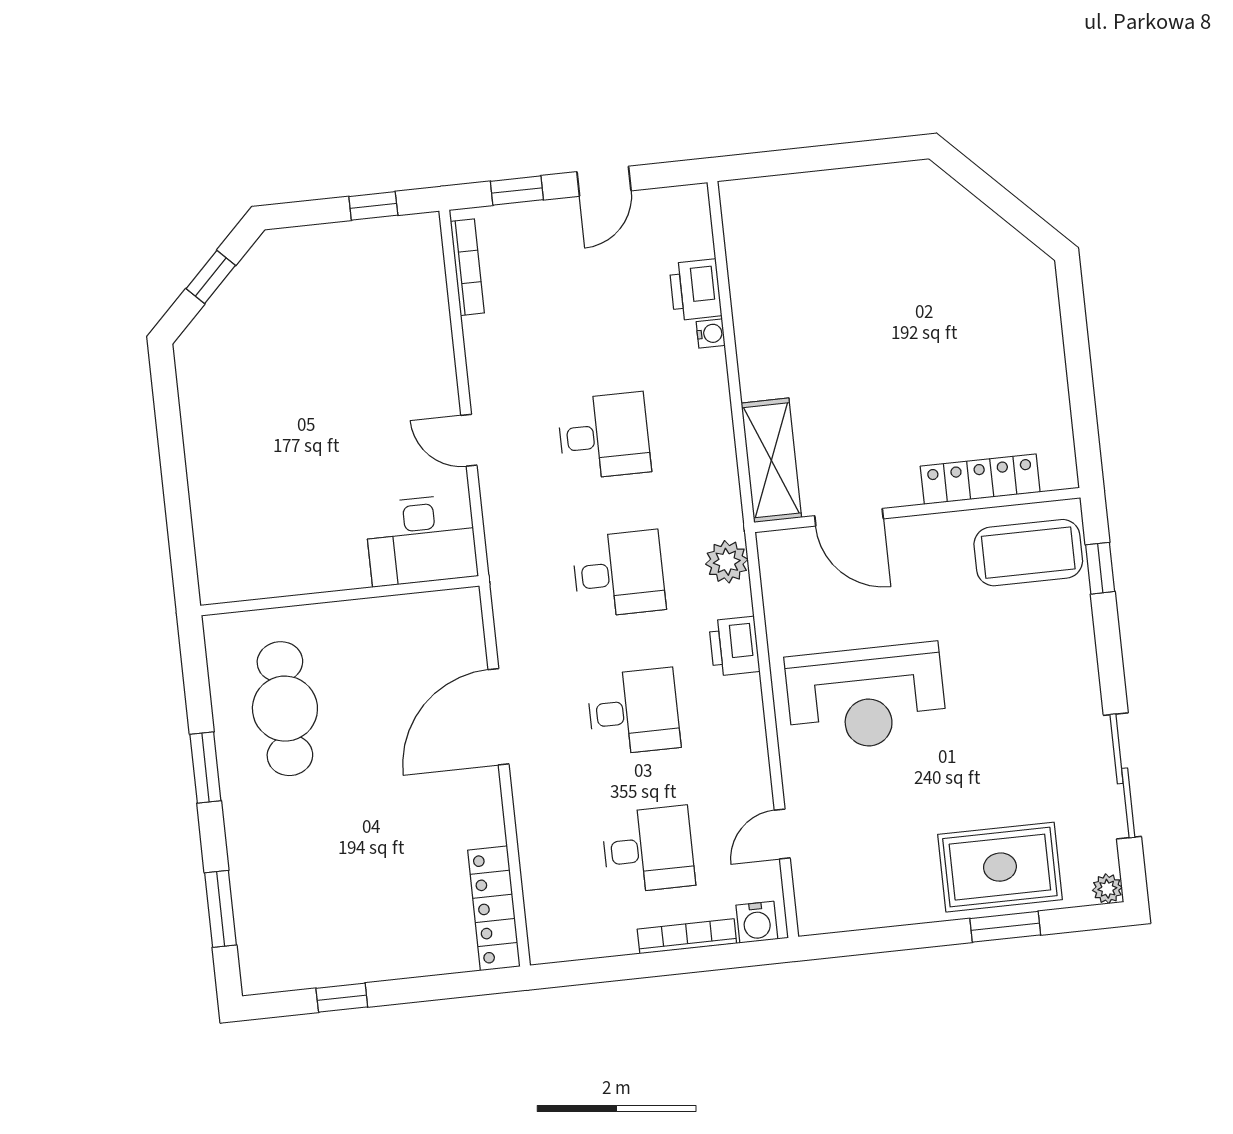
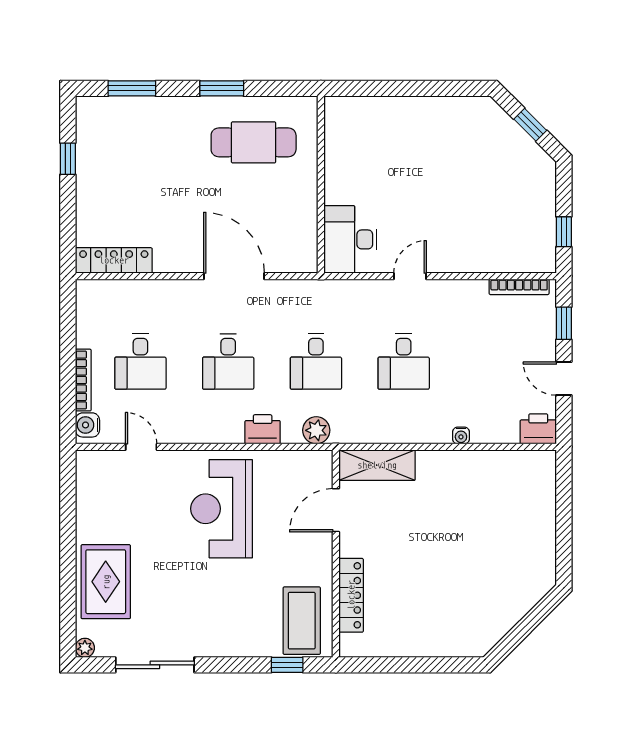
printer: (695, 290) -> (538, 429), moved
window: (1005, 927) -> (68, 581), removed

